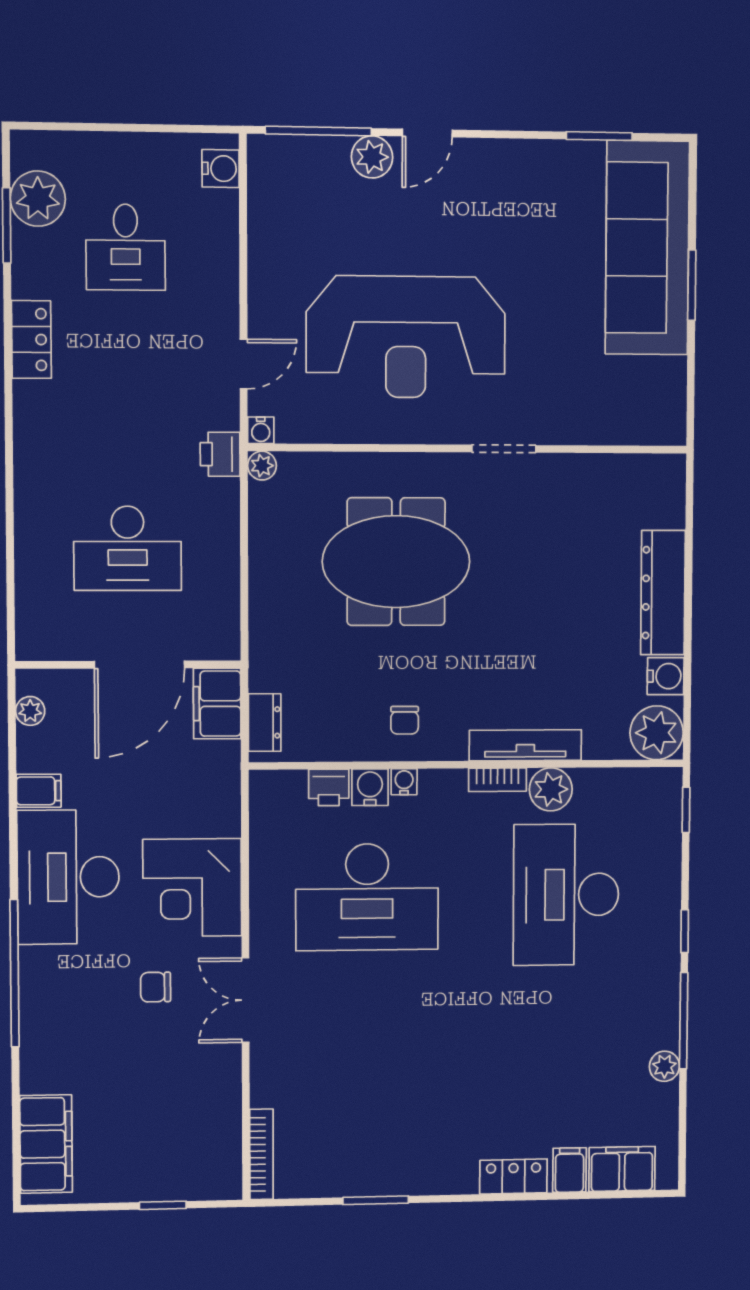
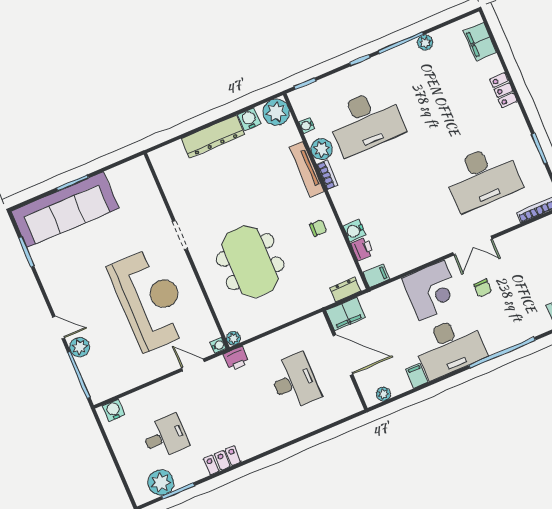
water cooler: (404, 782) -> (307, 125), moved
desk: (367, 897) -> (482, 178), moved, turned 90
filing cabinet: (569, 1170) -> (376, 276), moved, turned 180

